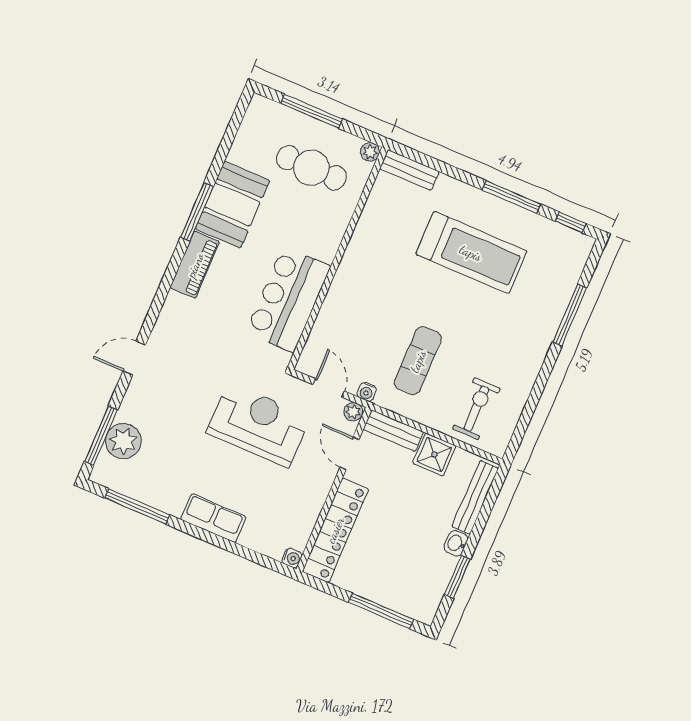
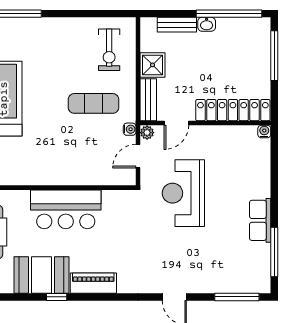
window: (197, 212) -> (57, 297), width x0.46
bar counter: (288, 299) -> (66, 209), moved
exercise bike: (476, 409) -> (109, 50), turned -90
plant: (123, 441) -> (234, 280), removed
bench: (475, 497) -> (177, 25), width x0.73
row of seats: (213, 518) -> (260, 220), moved
window: (457, 577) -> (229, 14), width x2.11

